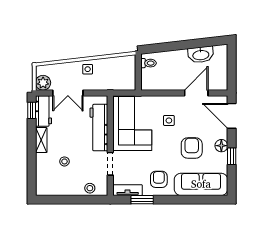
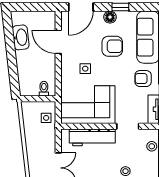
toilet: (149, 63) -> (44, 89), moved
side table: (88, 69) -> (46, 118), moved
armchair: (192, 148) -> (112, 46), turned 180

